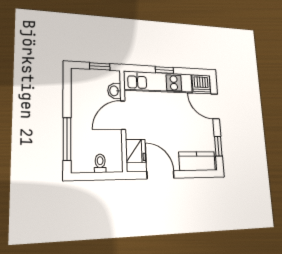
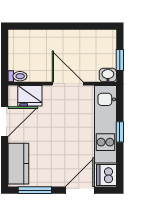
washbasin: (114, 91) -> (108, 75), moved
window: (67, 139) -> (42, 26), removed
window: (218, 146) -> (35, 190), width x1.50
toilet: (100, 163) -> (18, 76), moved

